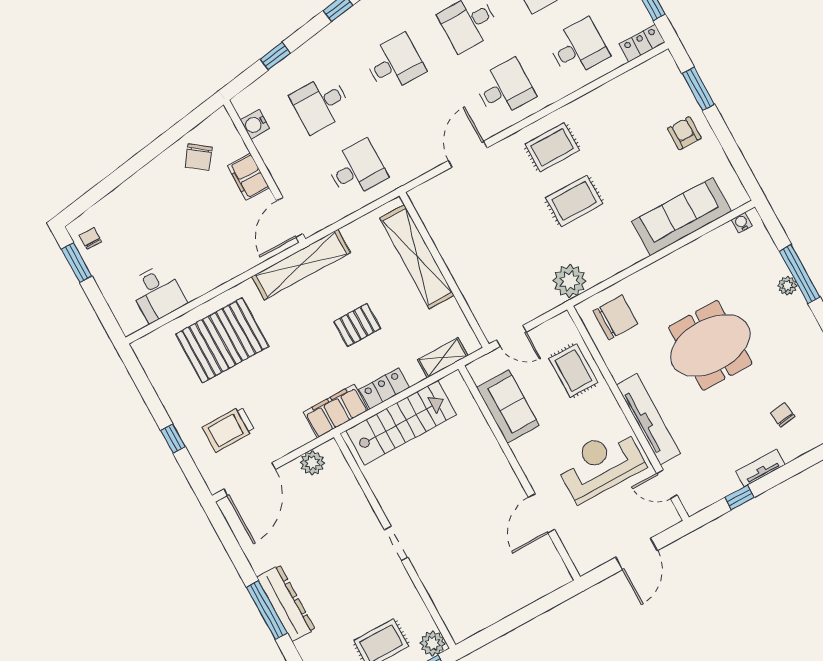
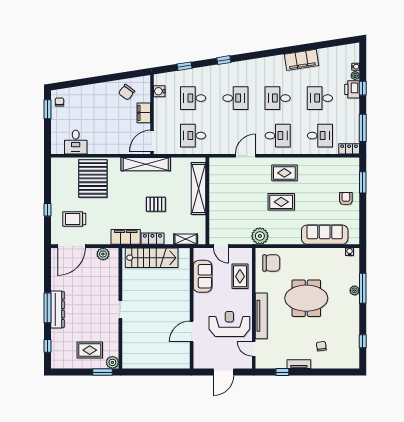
desk: (357, 169) -> (193, 136), turned 180
pallet: (222, 340) -> (93, 178), turned 90

